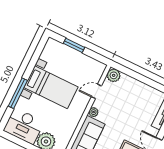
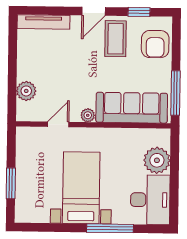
plant: (114, 75) -> (26, 91), moved
door: (96, 91) -> (58, 124), swing flipped

